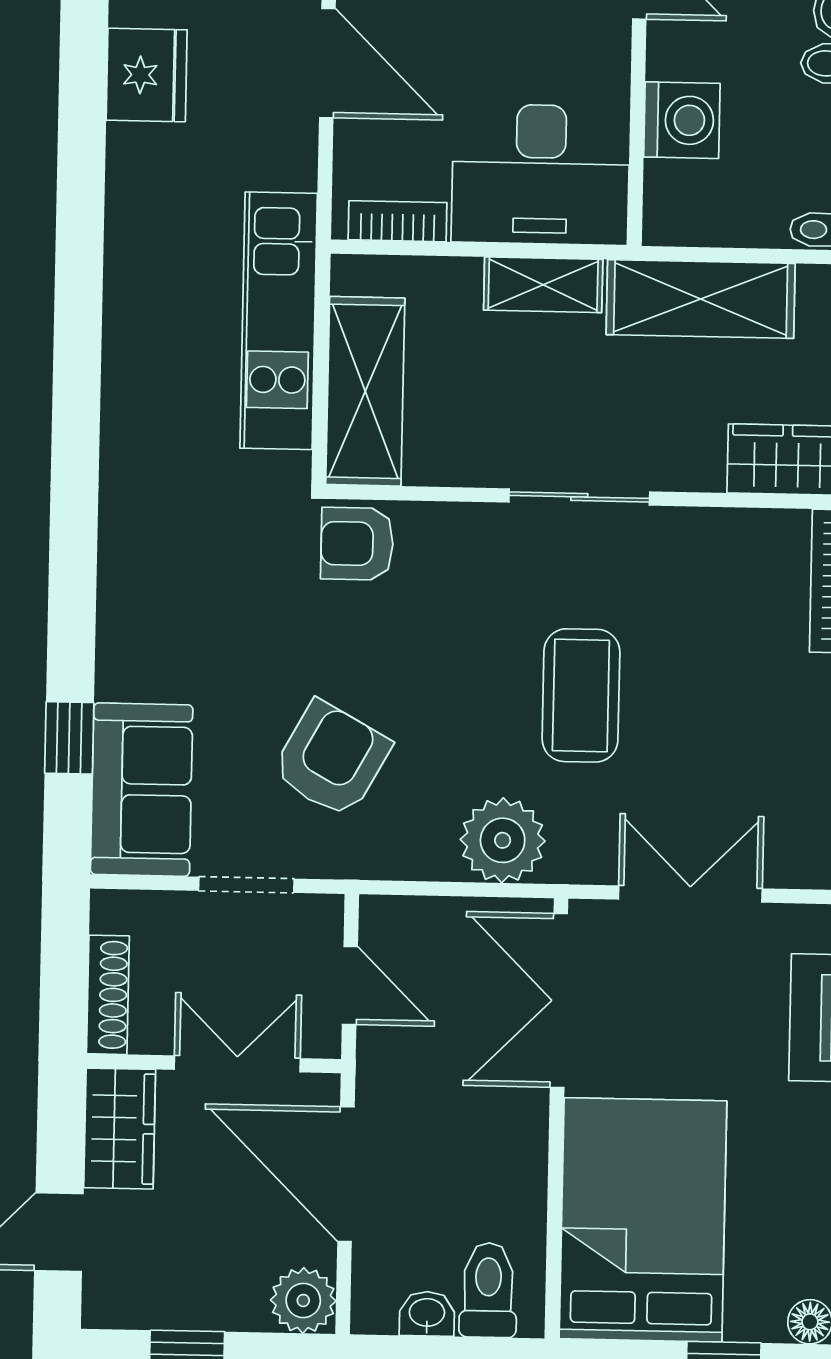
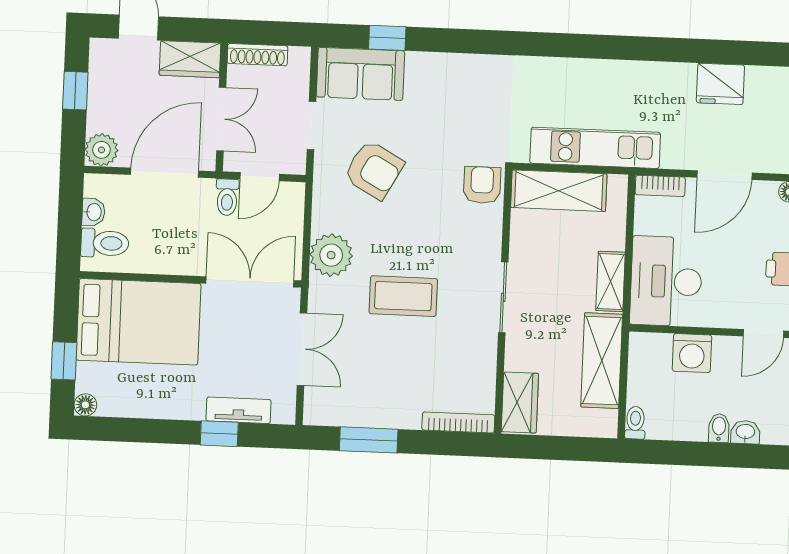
bookcase: (398, 221) -> (660, 186), moved, turned 90
toilet: (392, 1049) -> (227, 197), added

